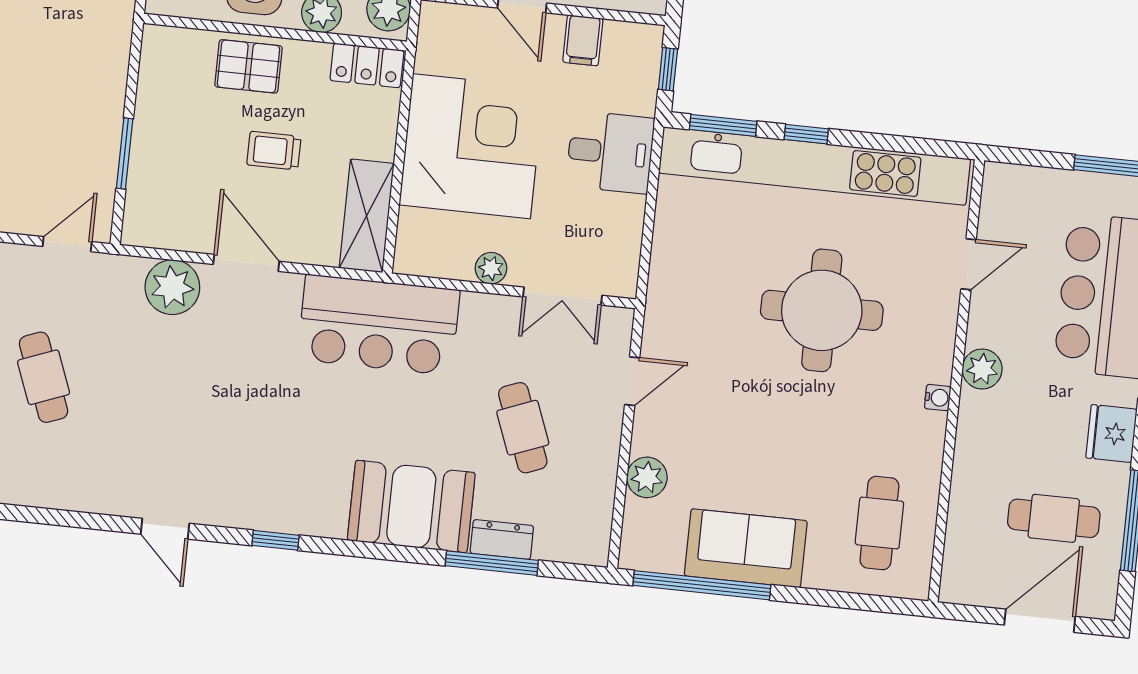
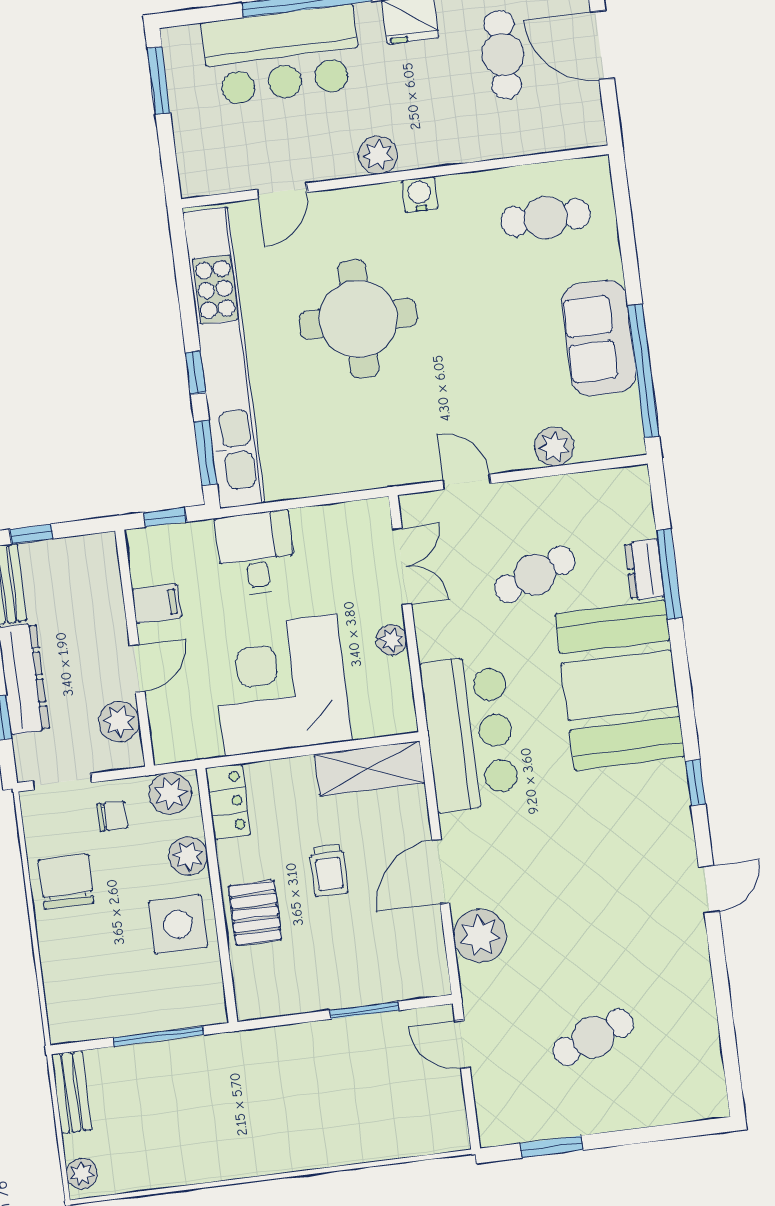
door: (969, 264) -> (282, 191), swing flipped
water cooler: (938, 398) -> (420, 194), width x1.38, depth x1.38
booth: (411, 506) -> (620, 685), width x1.36, depth x1.42

